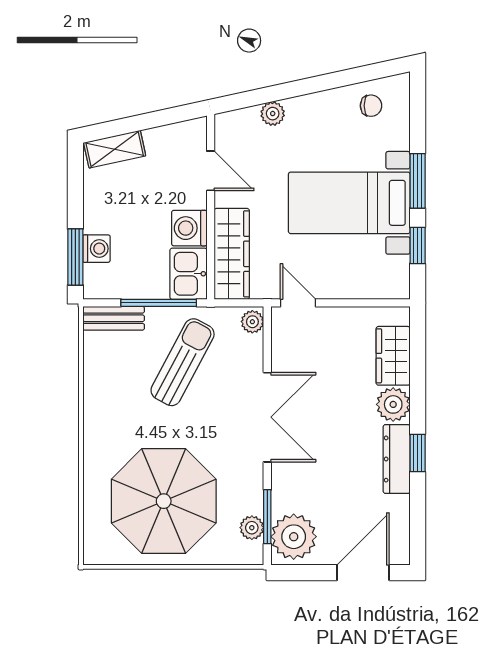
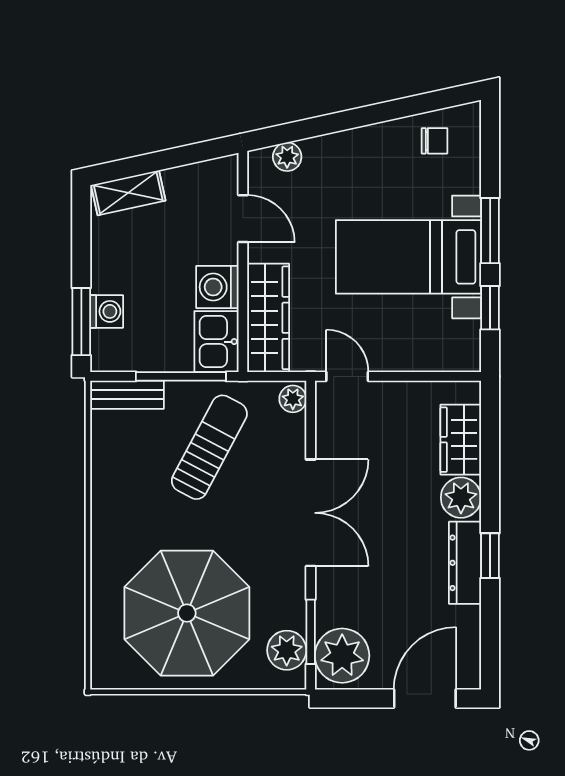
plant: (273, 114) -> (287, 157), moved
plant: (252, 528) -> (287, 650), width x1.38, depth x1.38

